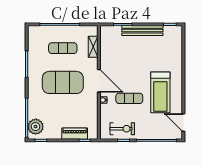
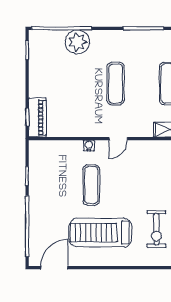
door: (99, 81) -> (118, 139), width x0.53
exercise mat: (63, 82) -> (116, 84), width x0.50, depth x0.69
plant: (36, 127) -> (77, 42), moved
exercise bike: (122, 129) -> (156, 229), moved
piano: (75, 134) -> (37, 118), moved

